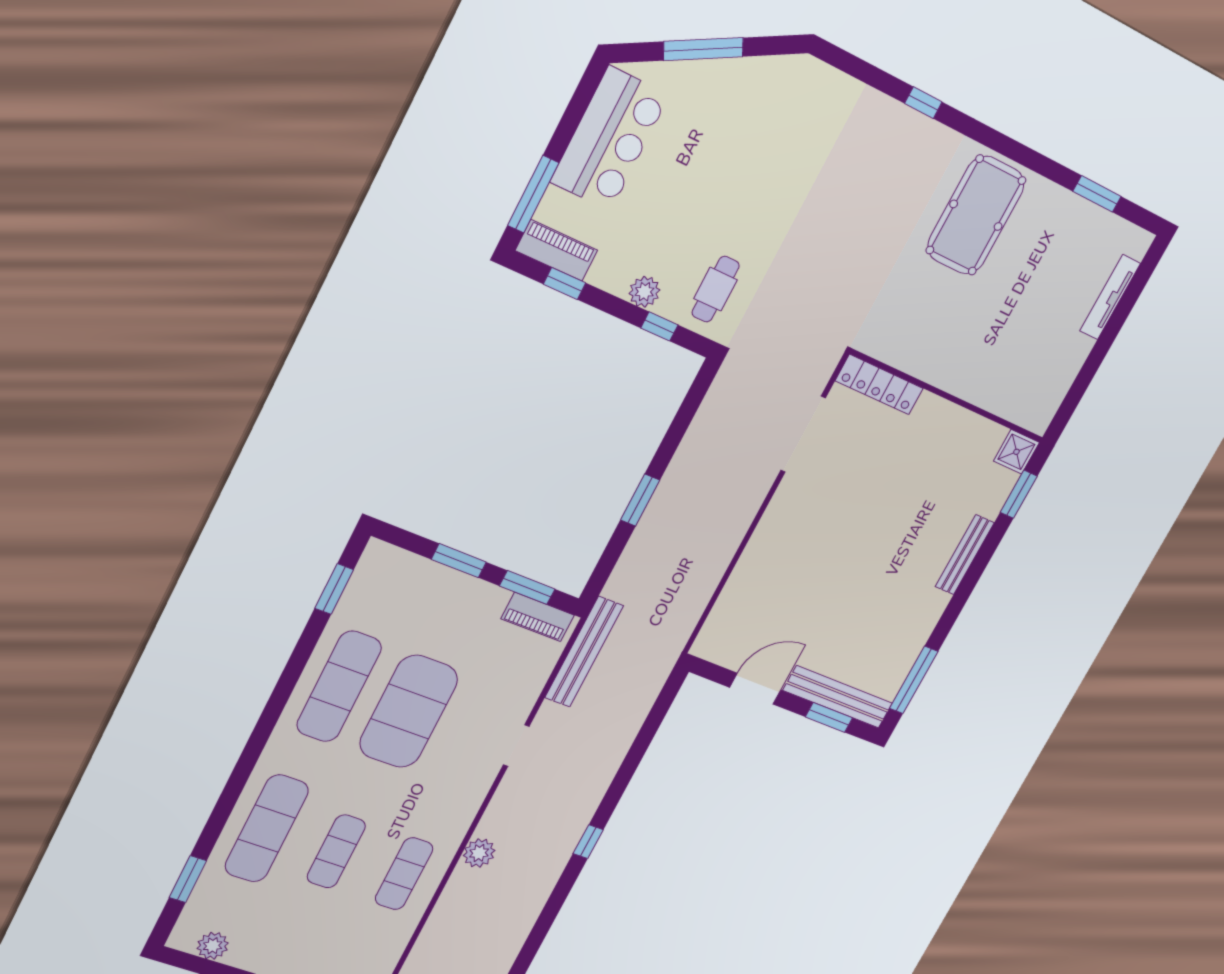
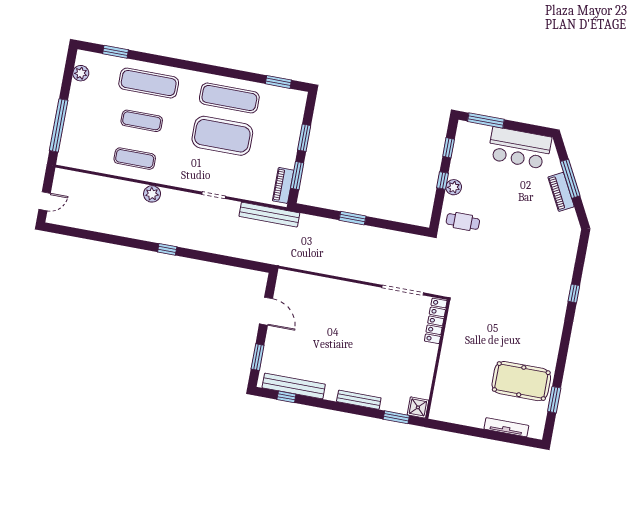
pool table: (976, 215) -> (521, 381), moved
piano: (557, 250) -> (561, 192), moved, turned 152
window: (659, 326) -> (443, 181), moved
window: (914, 680) -> (286, 397), width x0.46
bench: (838, 697) -> (294, 386), moved, turned 90

